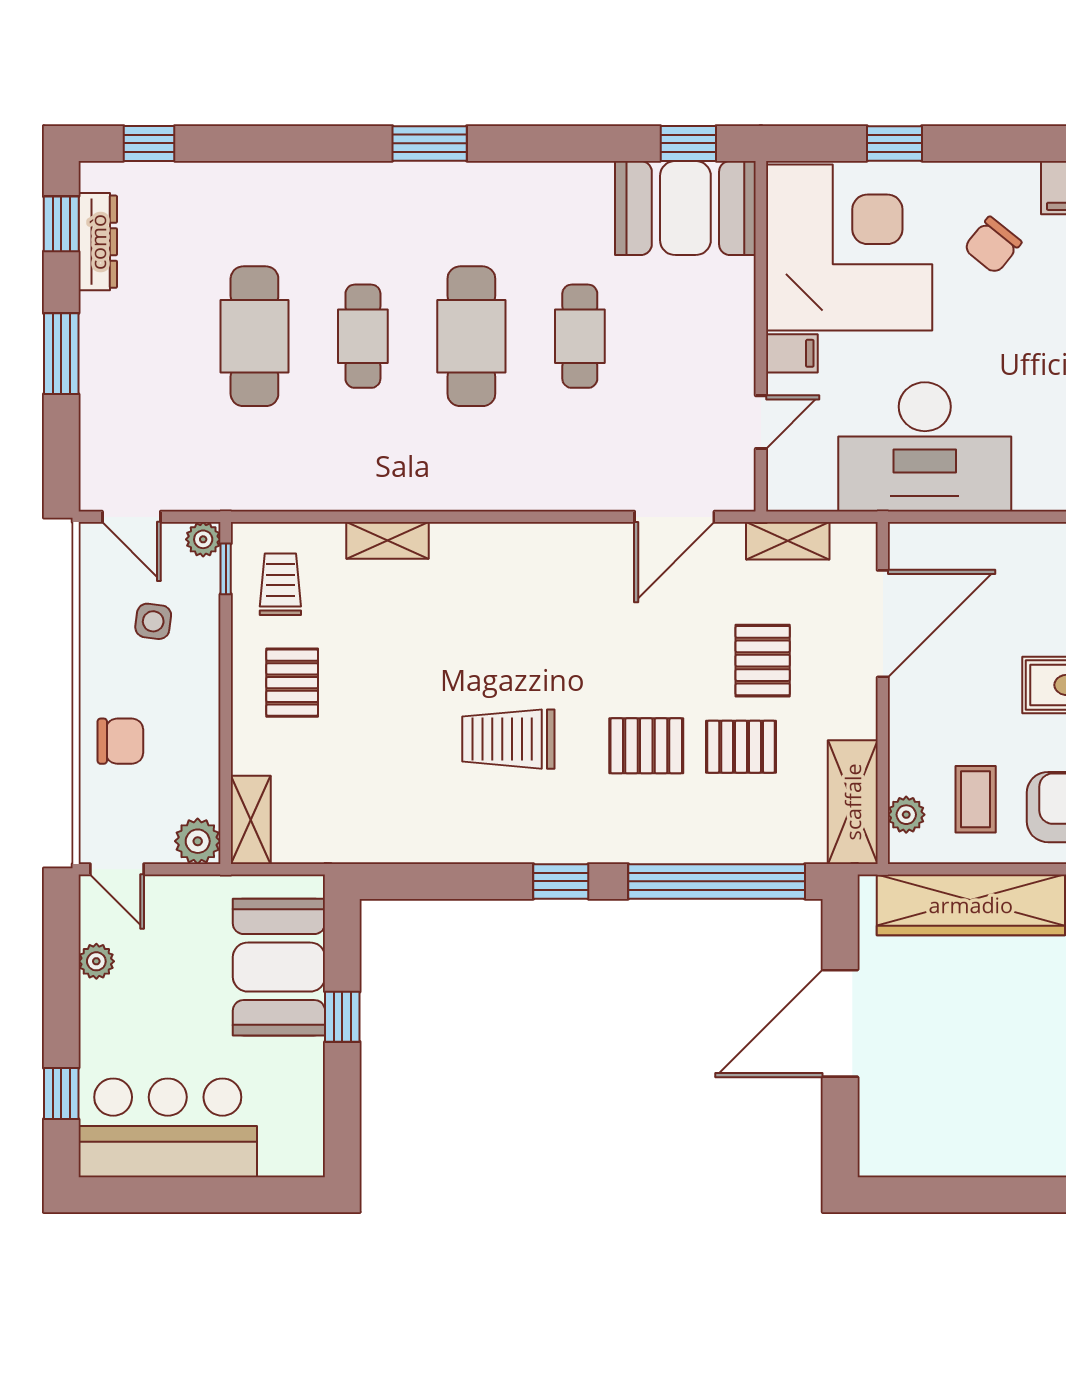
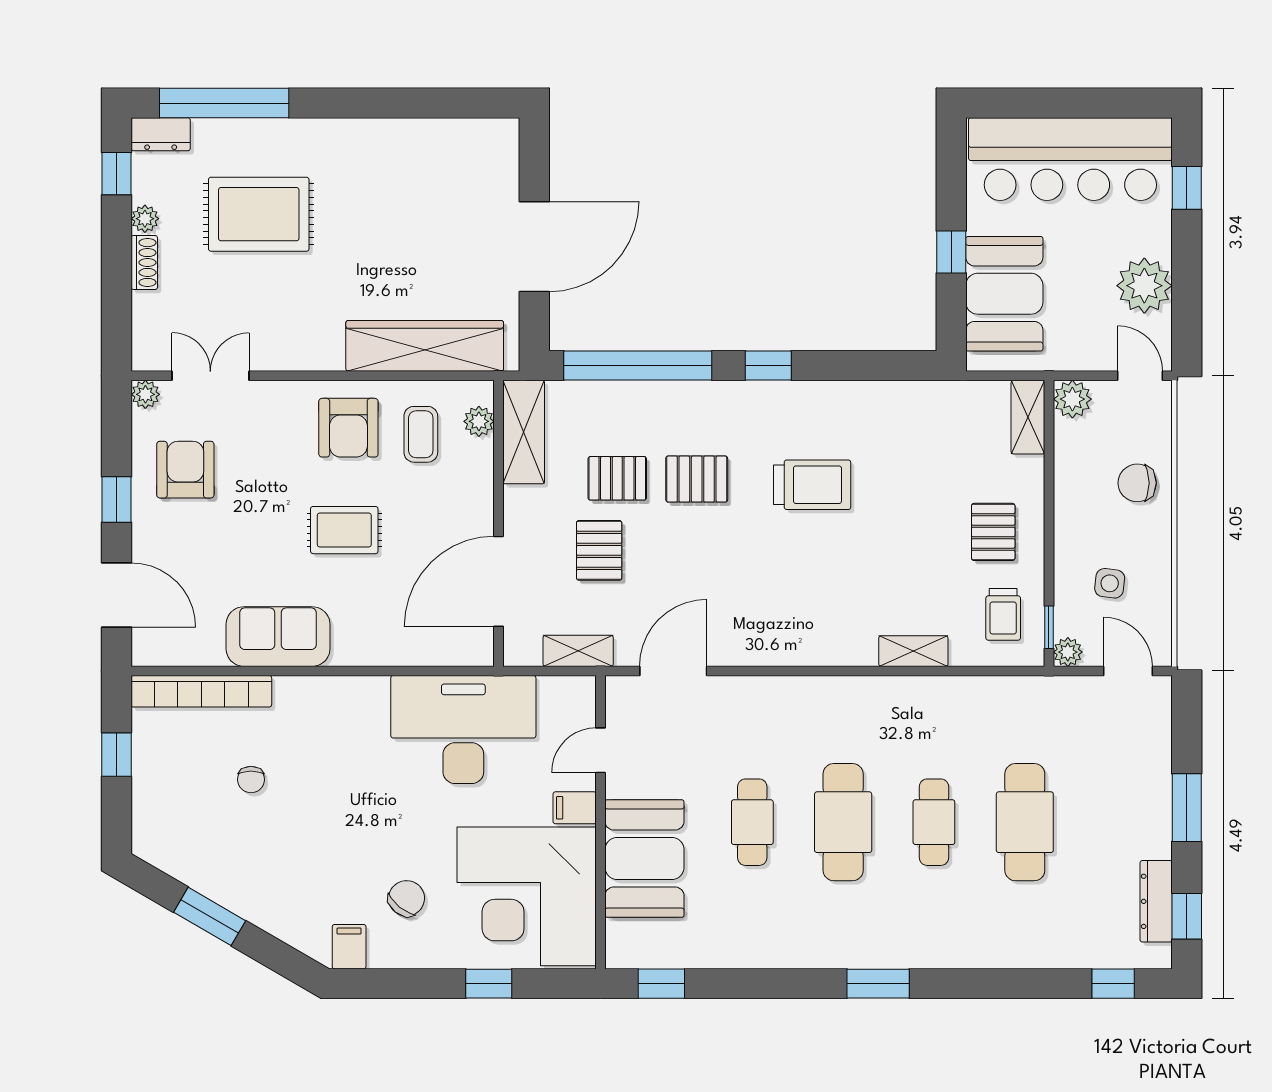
booth: (685, 208) -> (644, 858), moved, turned 90
plant: (96, 961) -> (1144, 286), width x1.87, depth x1.87
bar counter: (168, 1128) -> (1070, 159), width x1.36

